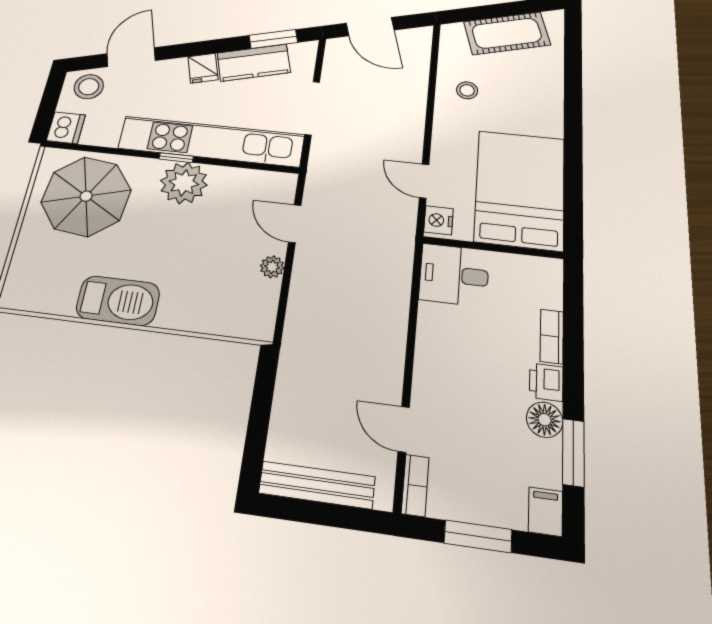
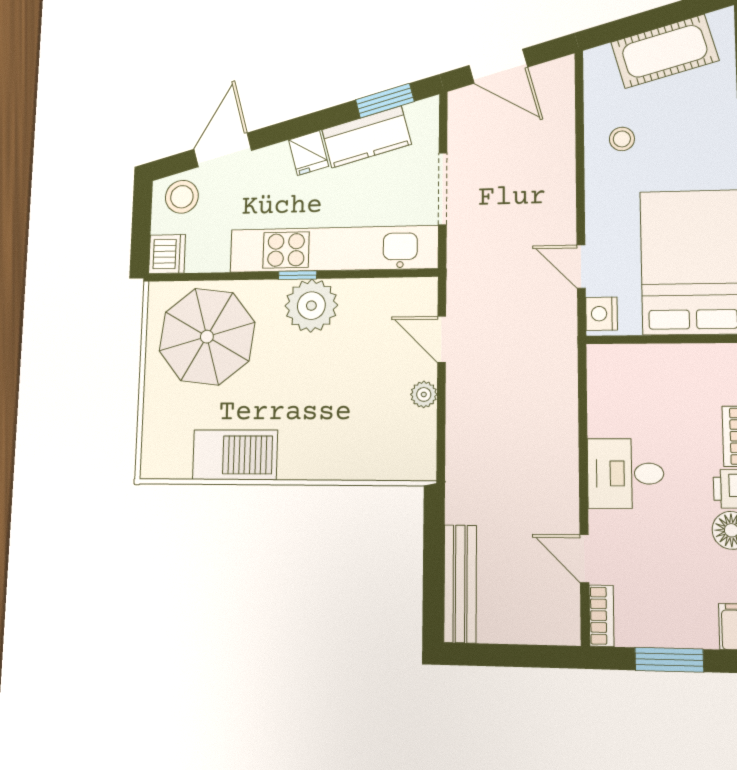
desk: (454, 275) -> (625, 473), moved
barbecue: (118, 301) -> (235, 455), moved
bench: (317, 485) -> (460, 584), moved, turned 90

